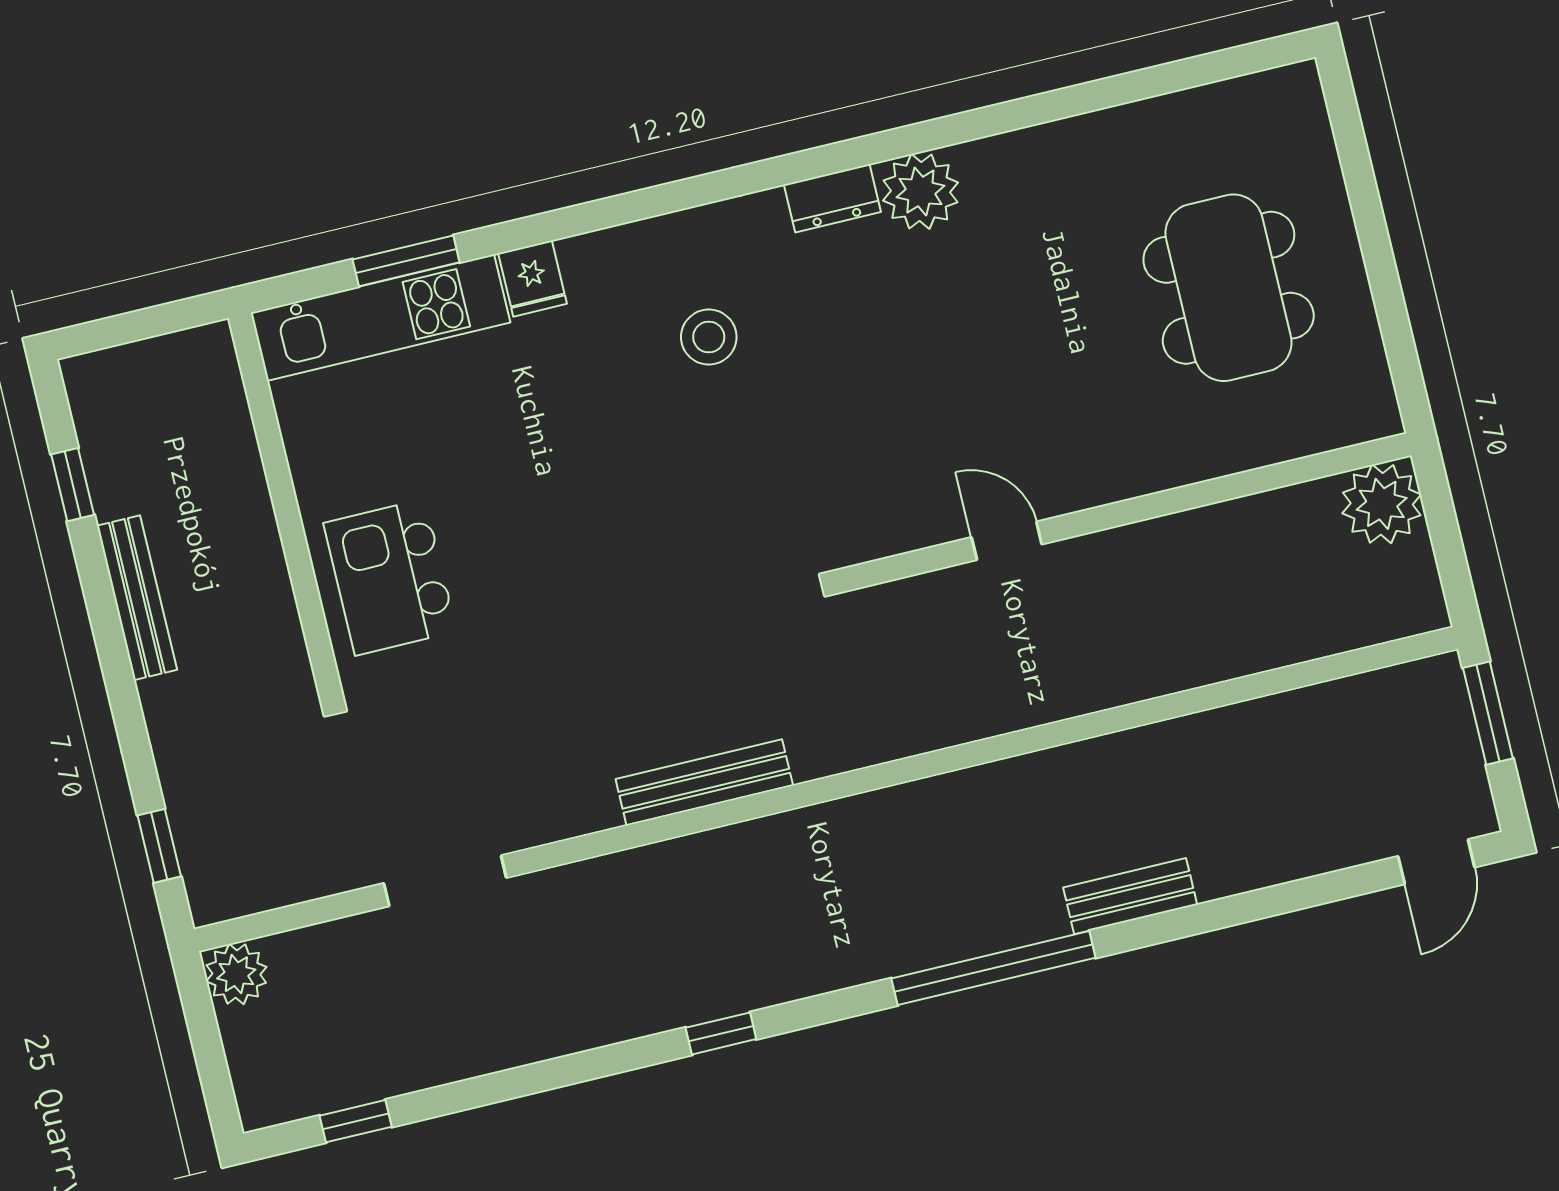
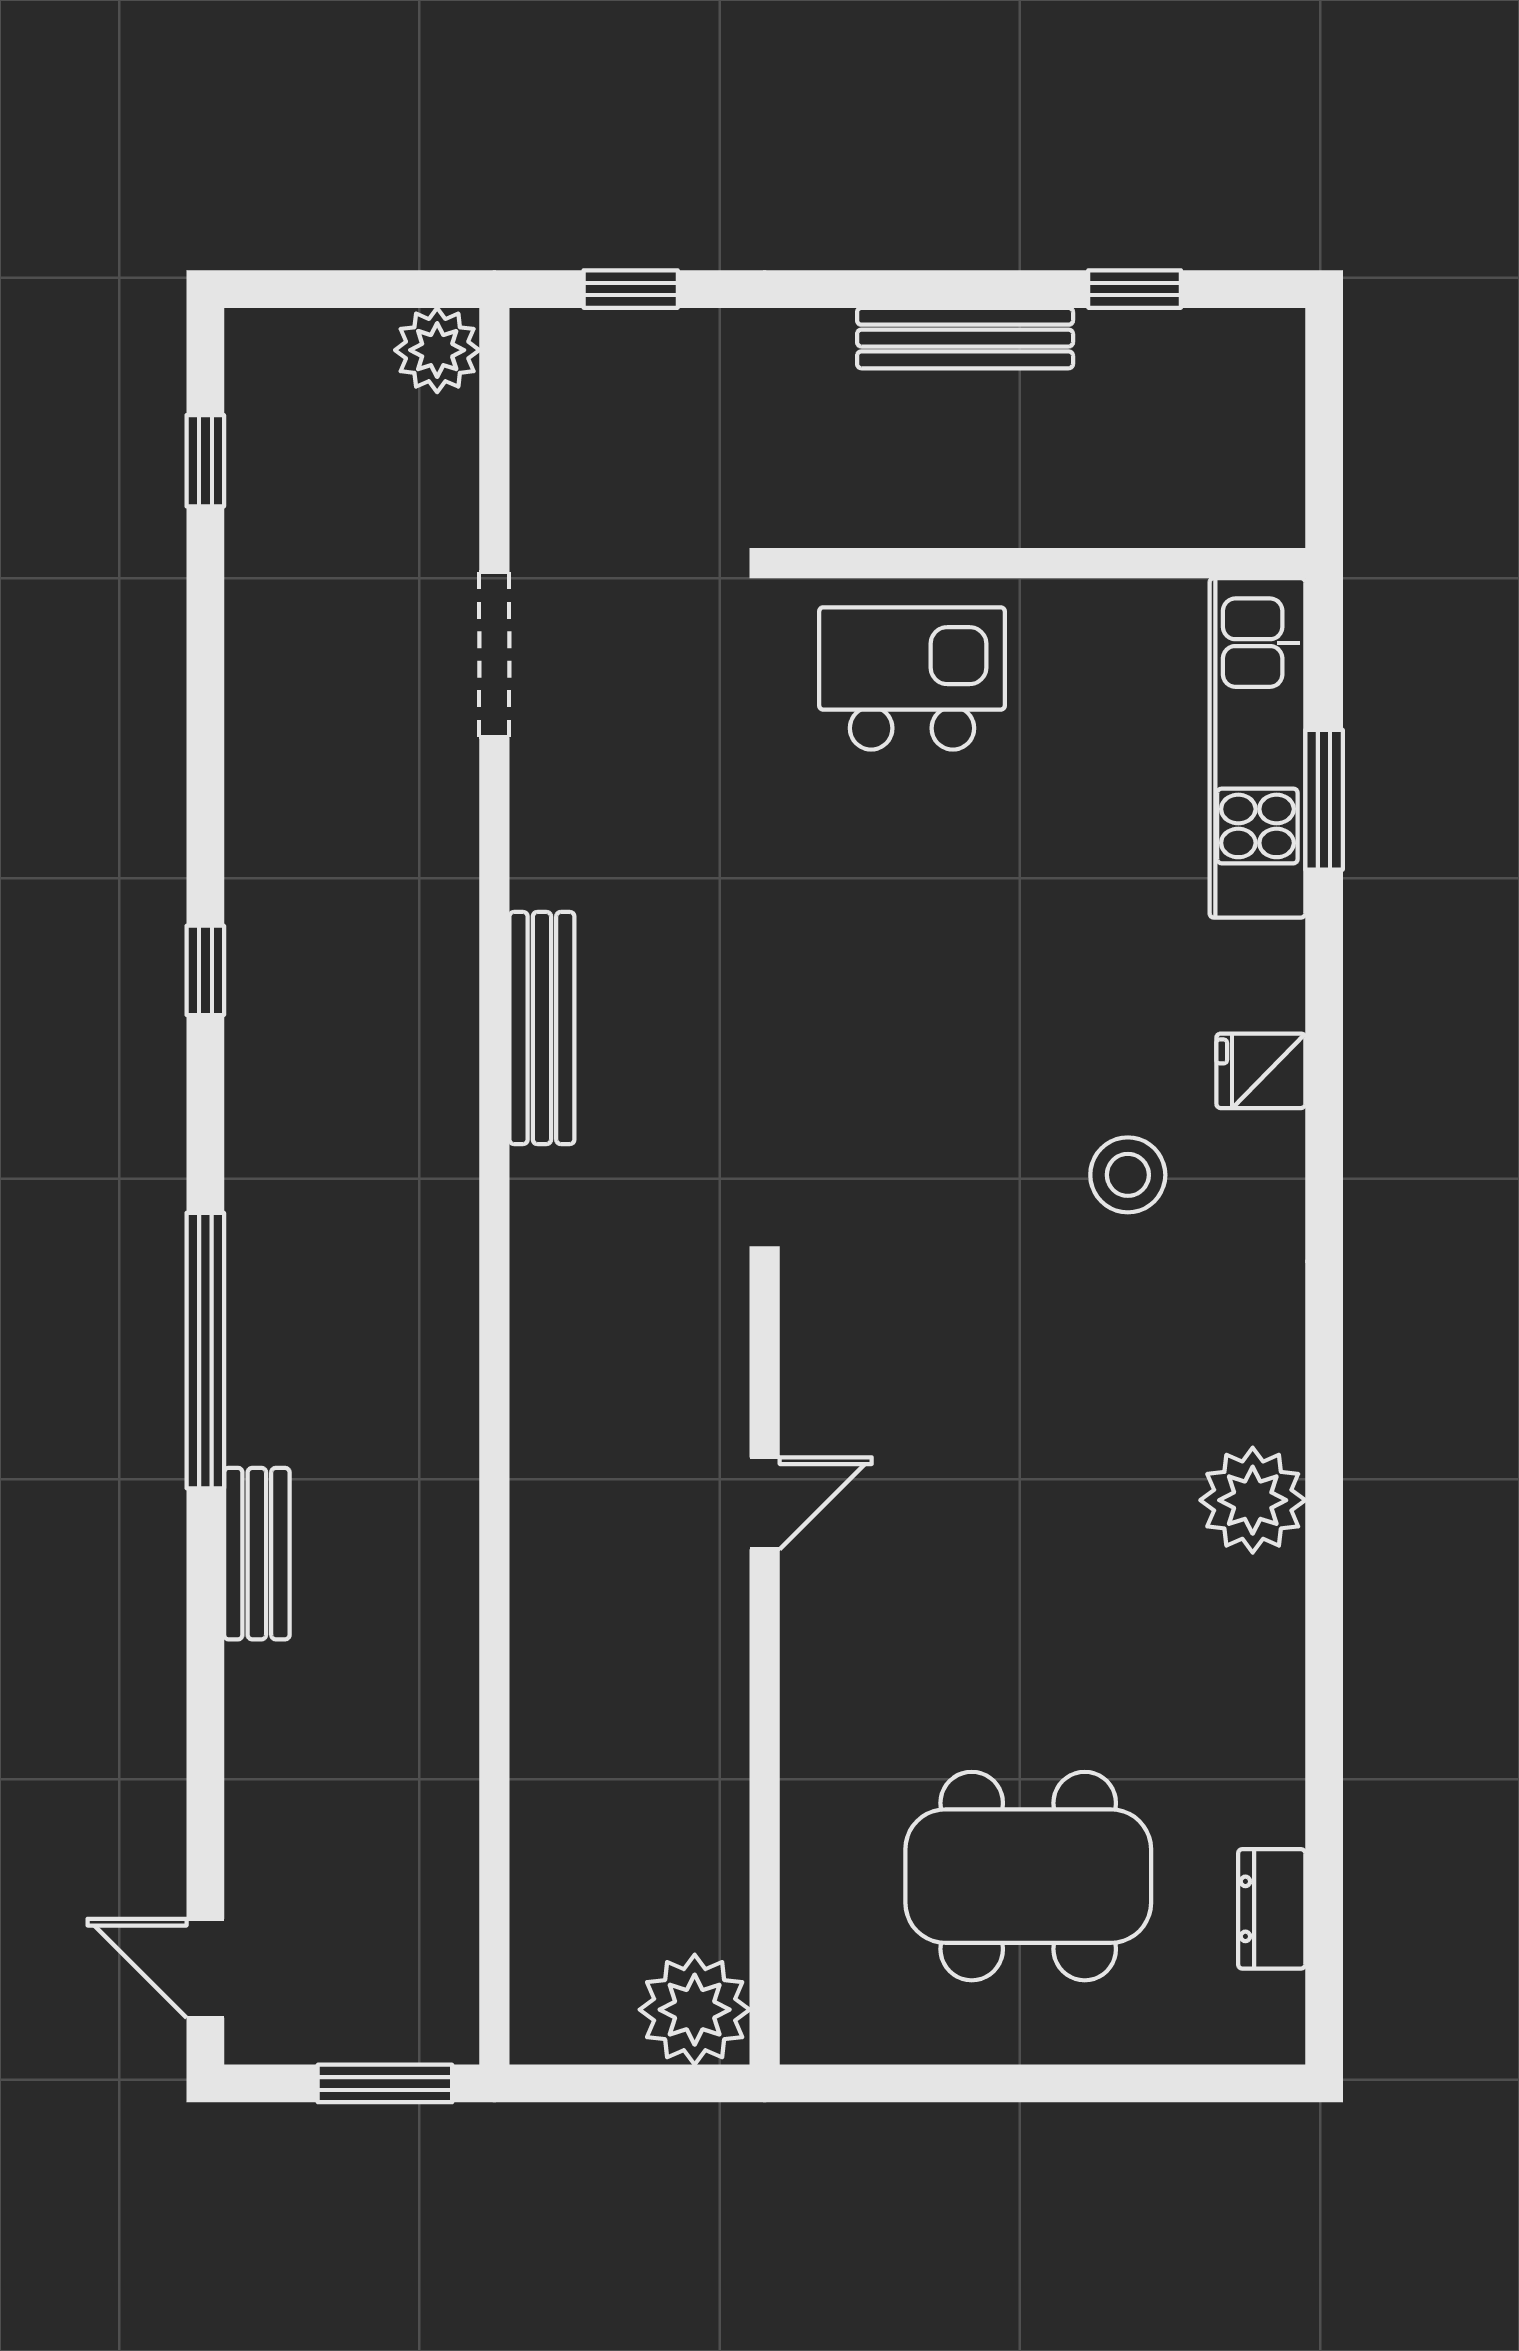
dresser: (832, 198) -> (1272, 1909), moved
fridge: (533, 278) -> (1261, 1071), moved

